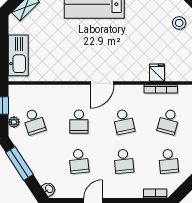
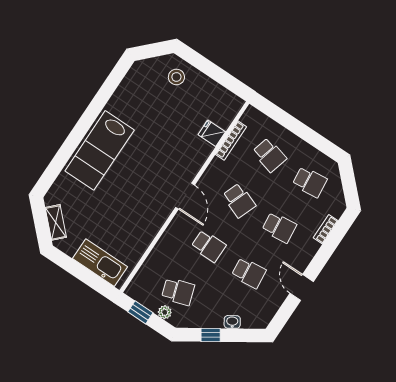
school desk: (124, 122) -> (239, 200), turned 33
window: (19, 164) -> (211, 335), width x0.46
washbasin: (49, 189) -> (232, 322), moved
bookcase: (155, 194) -> (326, 229), moved

